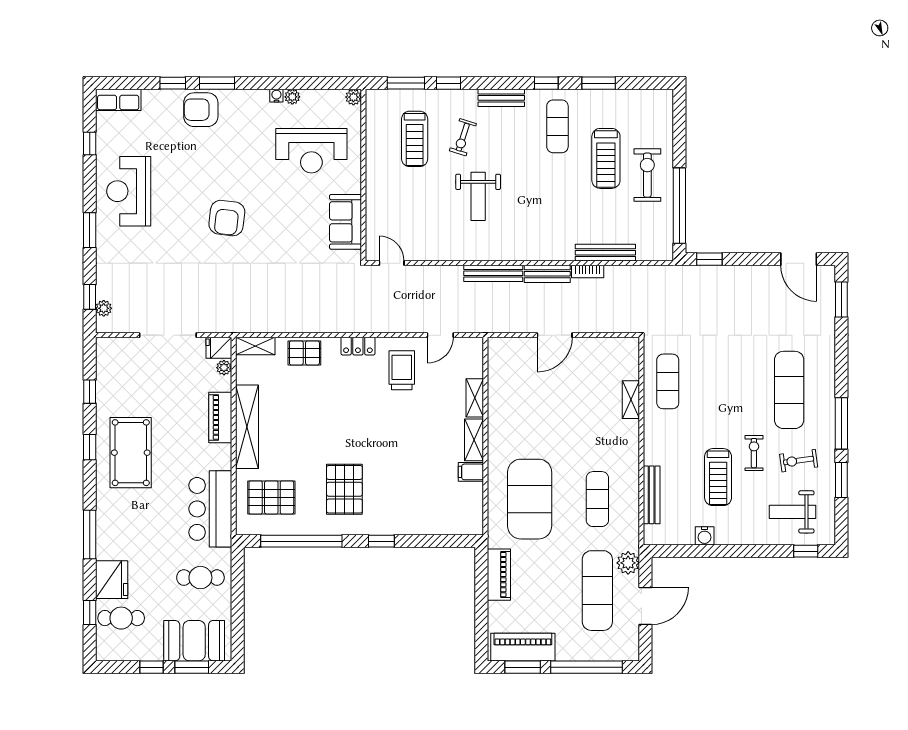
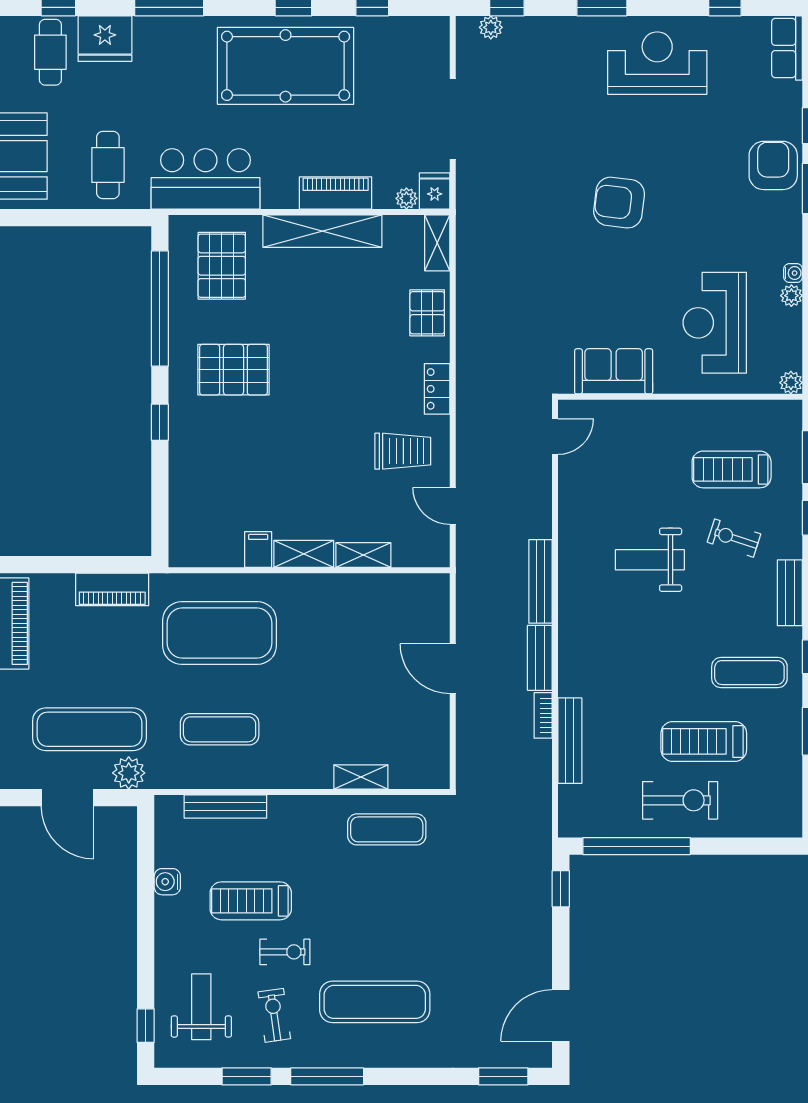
pool table: (131, 453) -> (286, 66), width x1.36, depth x1.32

